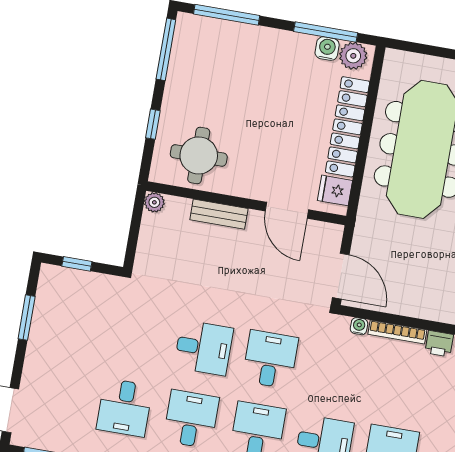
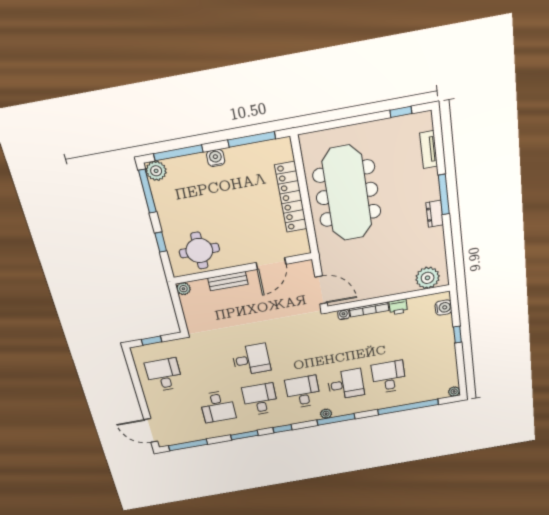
water cooler: (327, 49) -> (216, 158), moved
plant: (353, 56) -> (156, 171), moved
fridge: (335, 190) -> (298, 240), removed
door: (287, 210) -> (271, 263), hinge flipped
window: (27, 318) -> (136, 380), removed
desk: (270, 359) -> (164, 375), moved

